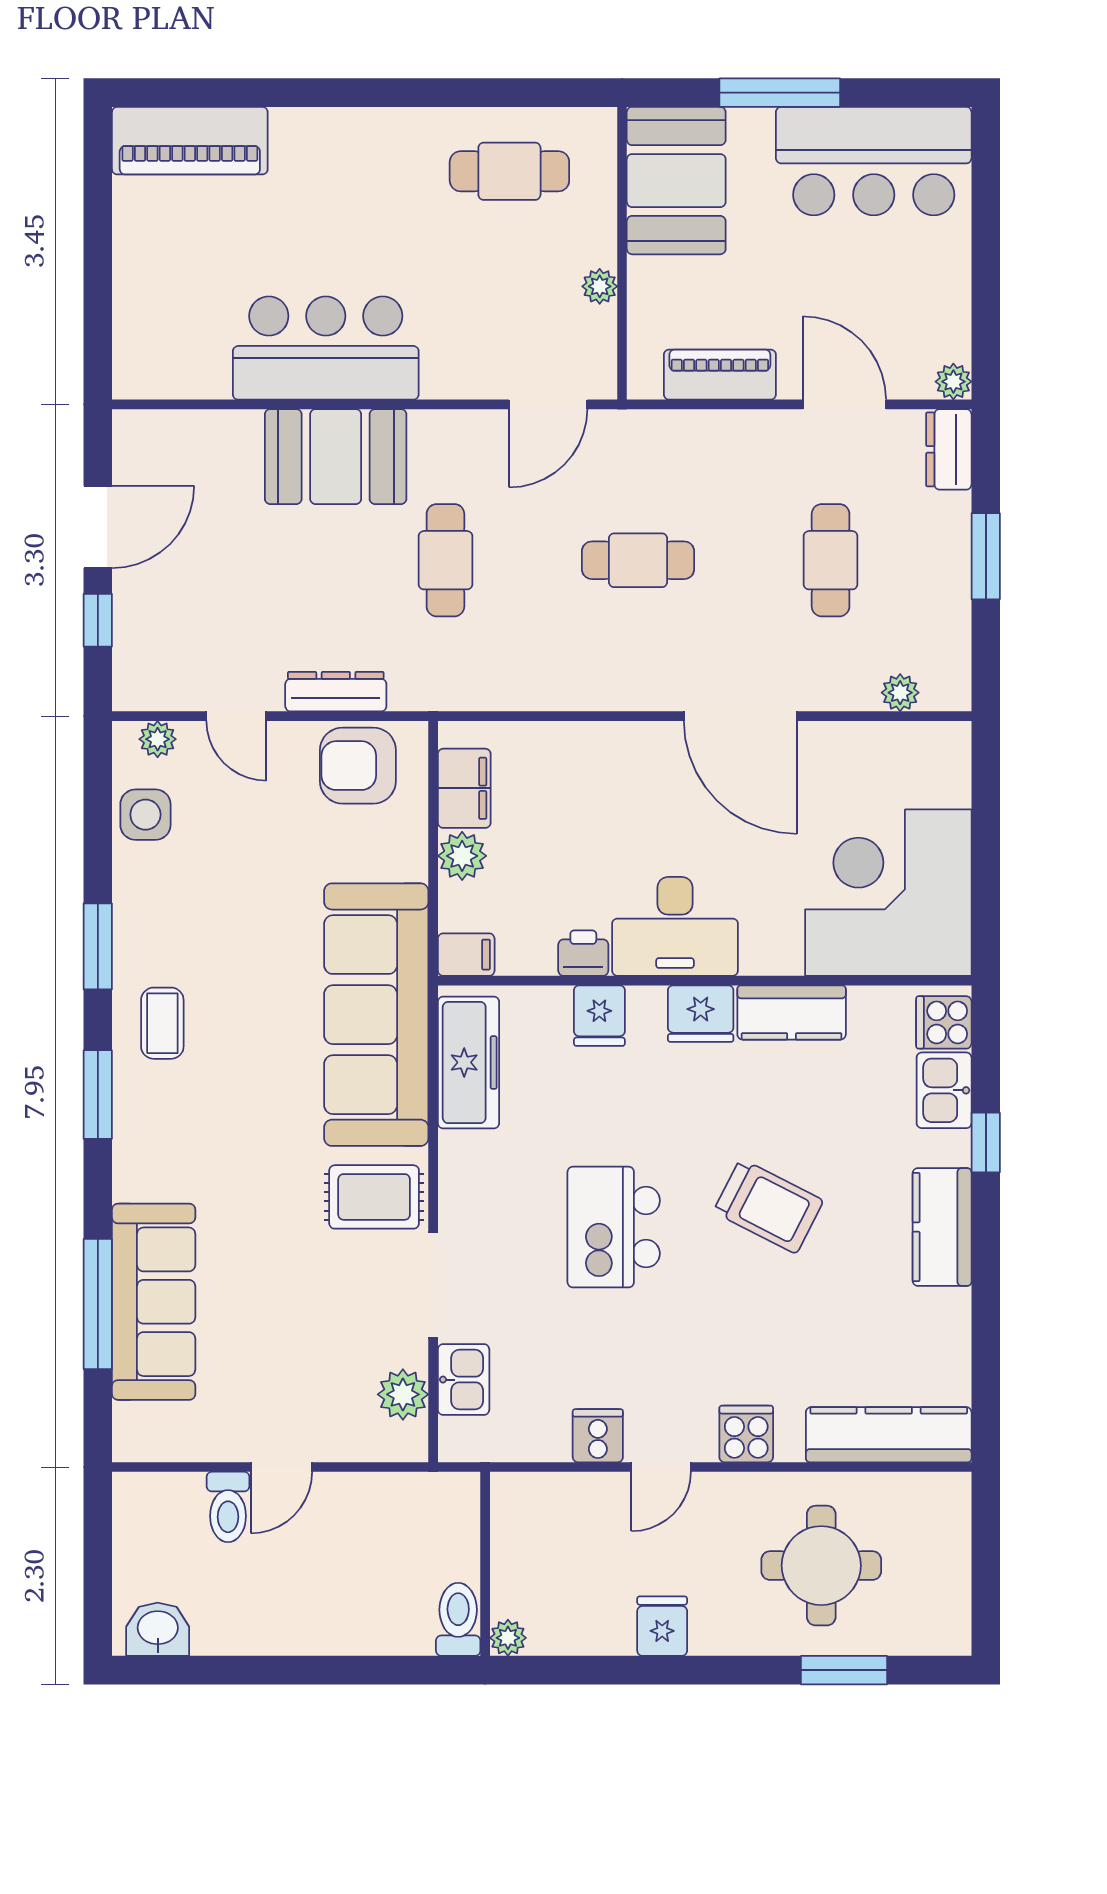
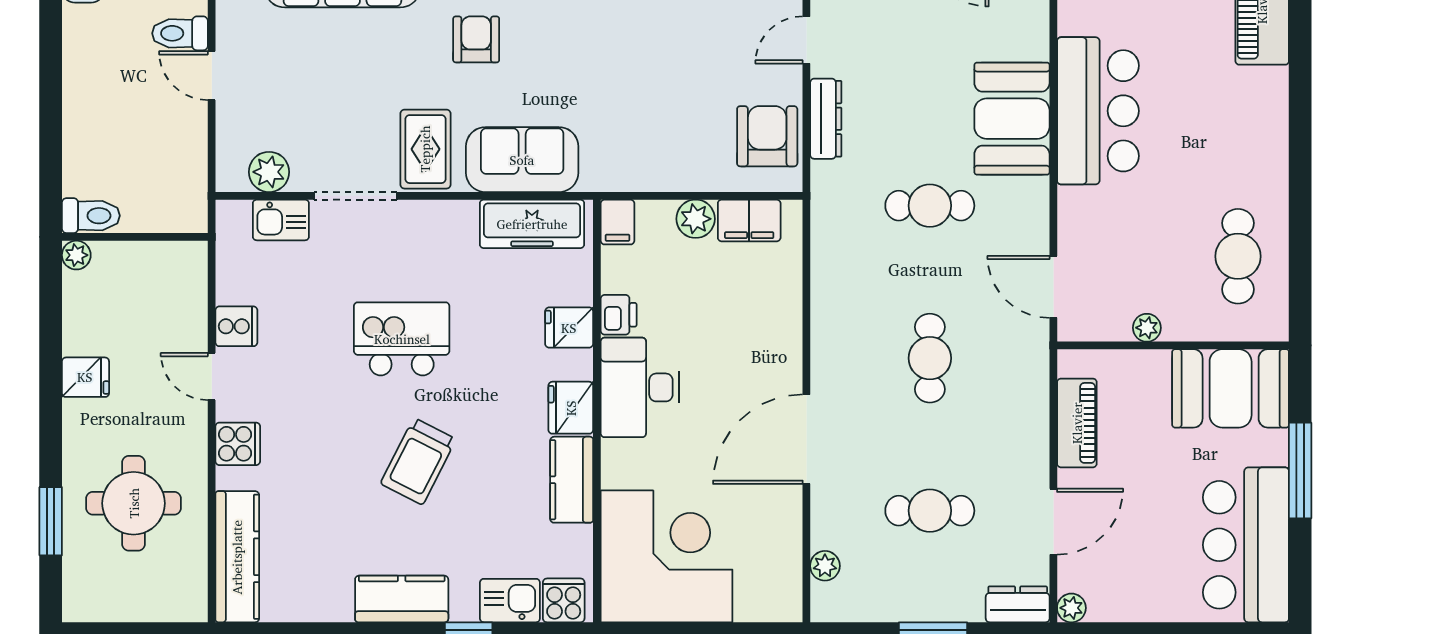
sofa: (376, 1015) -> (522, 160), width x0.54, depth x0.79
armchair: (236, 1133) -> (476, 39), added

